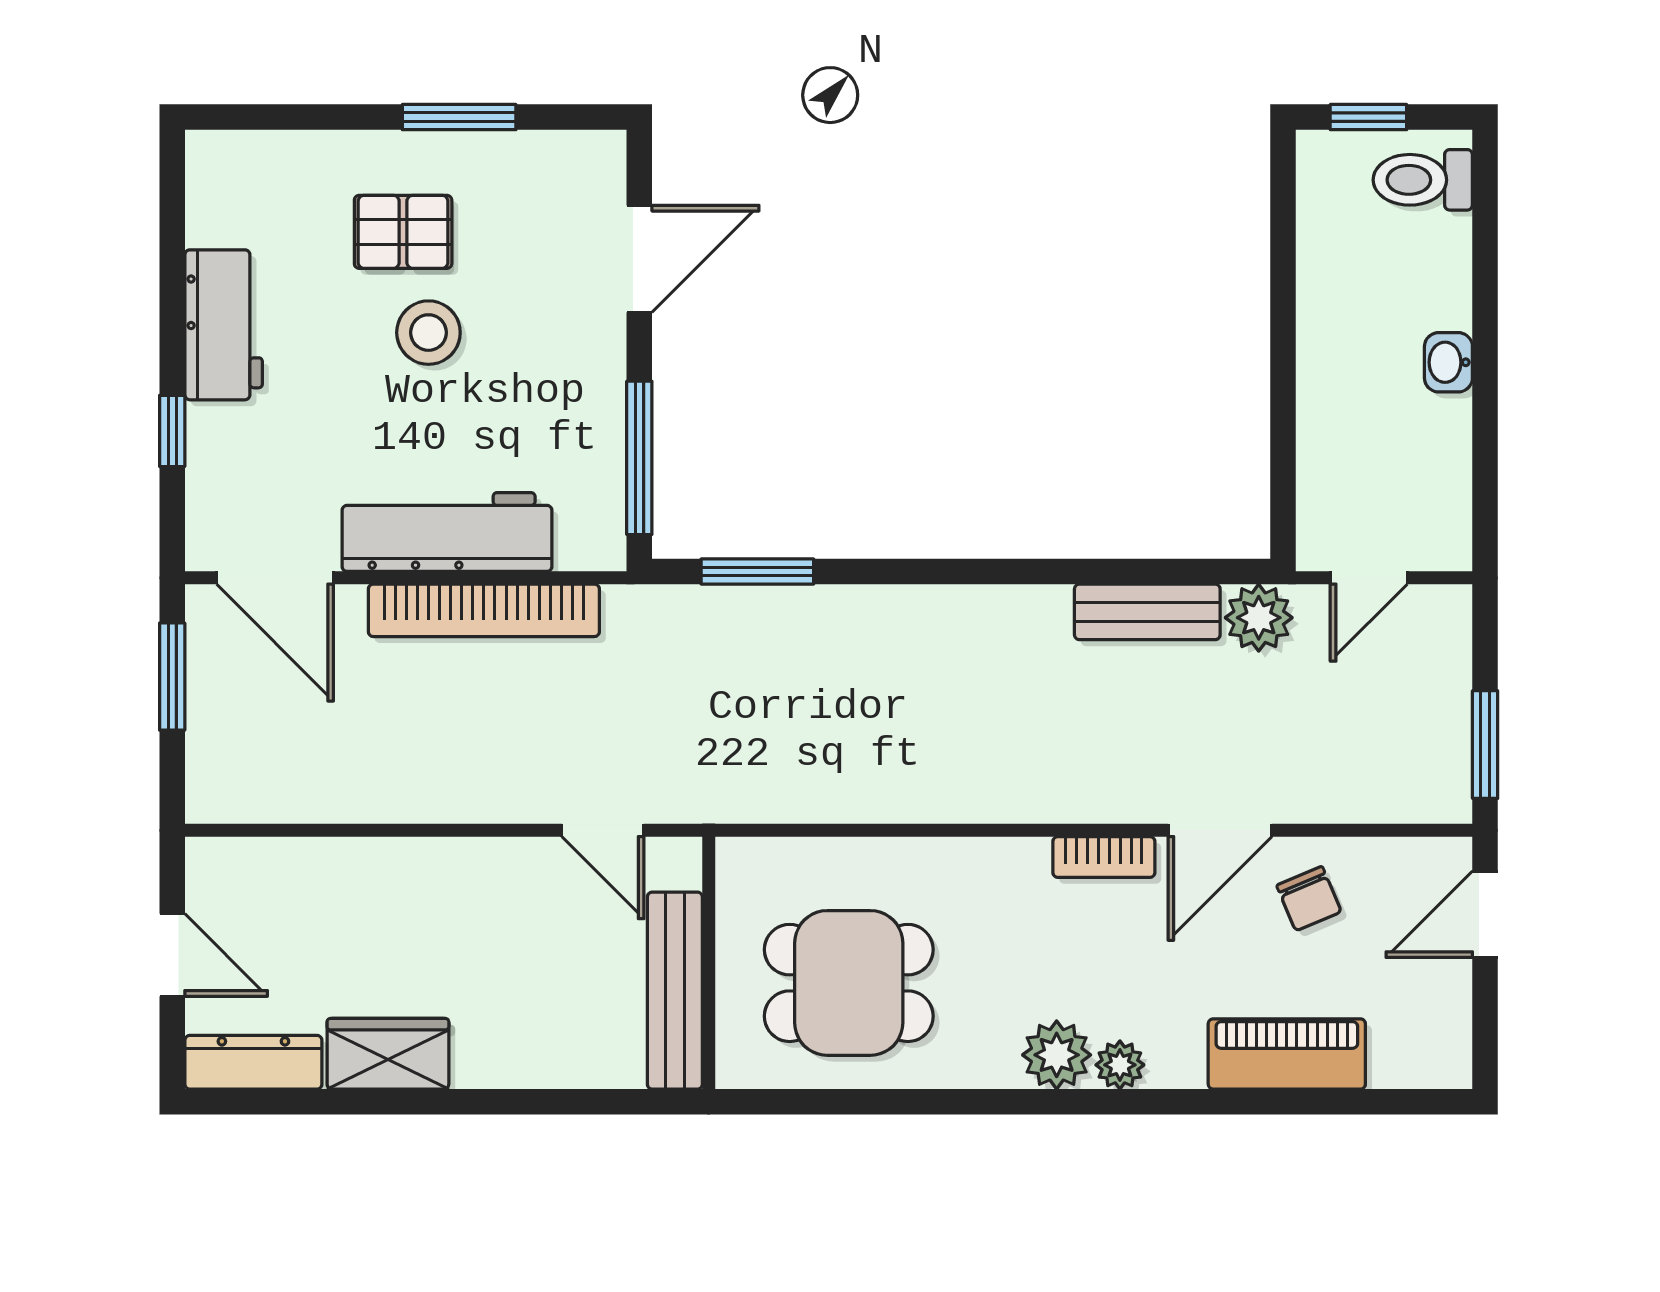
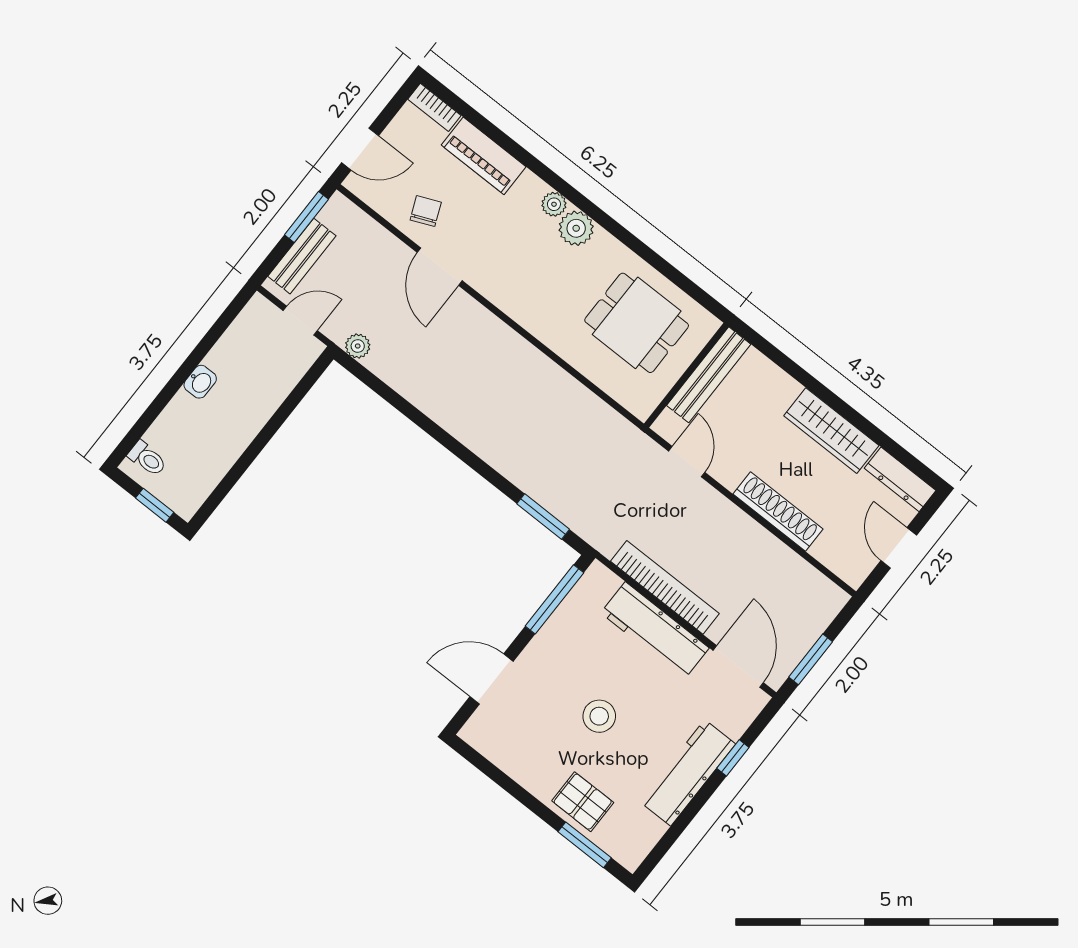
window: (459, 117) -> (585, 845), moved
toilet: (1423, 180) -> (147, 459), width x0.73, depth x0.72
pallet: (403, 232) -> (583, 802), moved
workbench: (224, 325) -> (688, 773), width x1.38
bench: (1147, 612) -> (302, 256), moved, turned 90
plant: (1259, 618) -> (358, 346), width x0.73, depth x0.73
door: (1220, 830) -> (440, 267), swing flipped
bookcase: (1104, 857) -> (434, 107), moved, turned 180
shoe rack: (402, 865) -> (778, 511), added
wardrobe: (388, 1054) -> (831, 431), width x1.50

